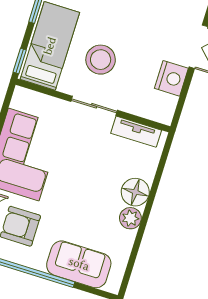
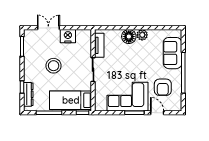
stool: (101, 60) -> (54, 66), moved

